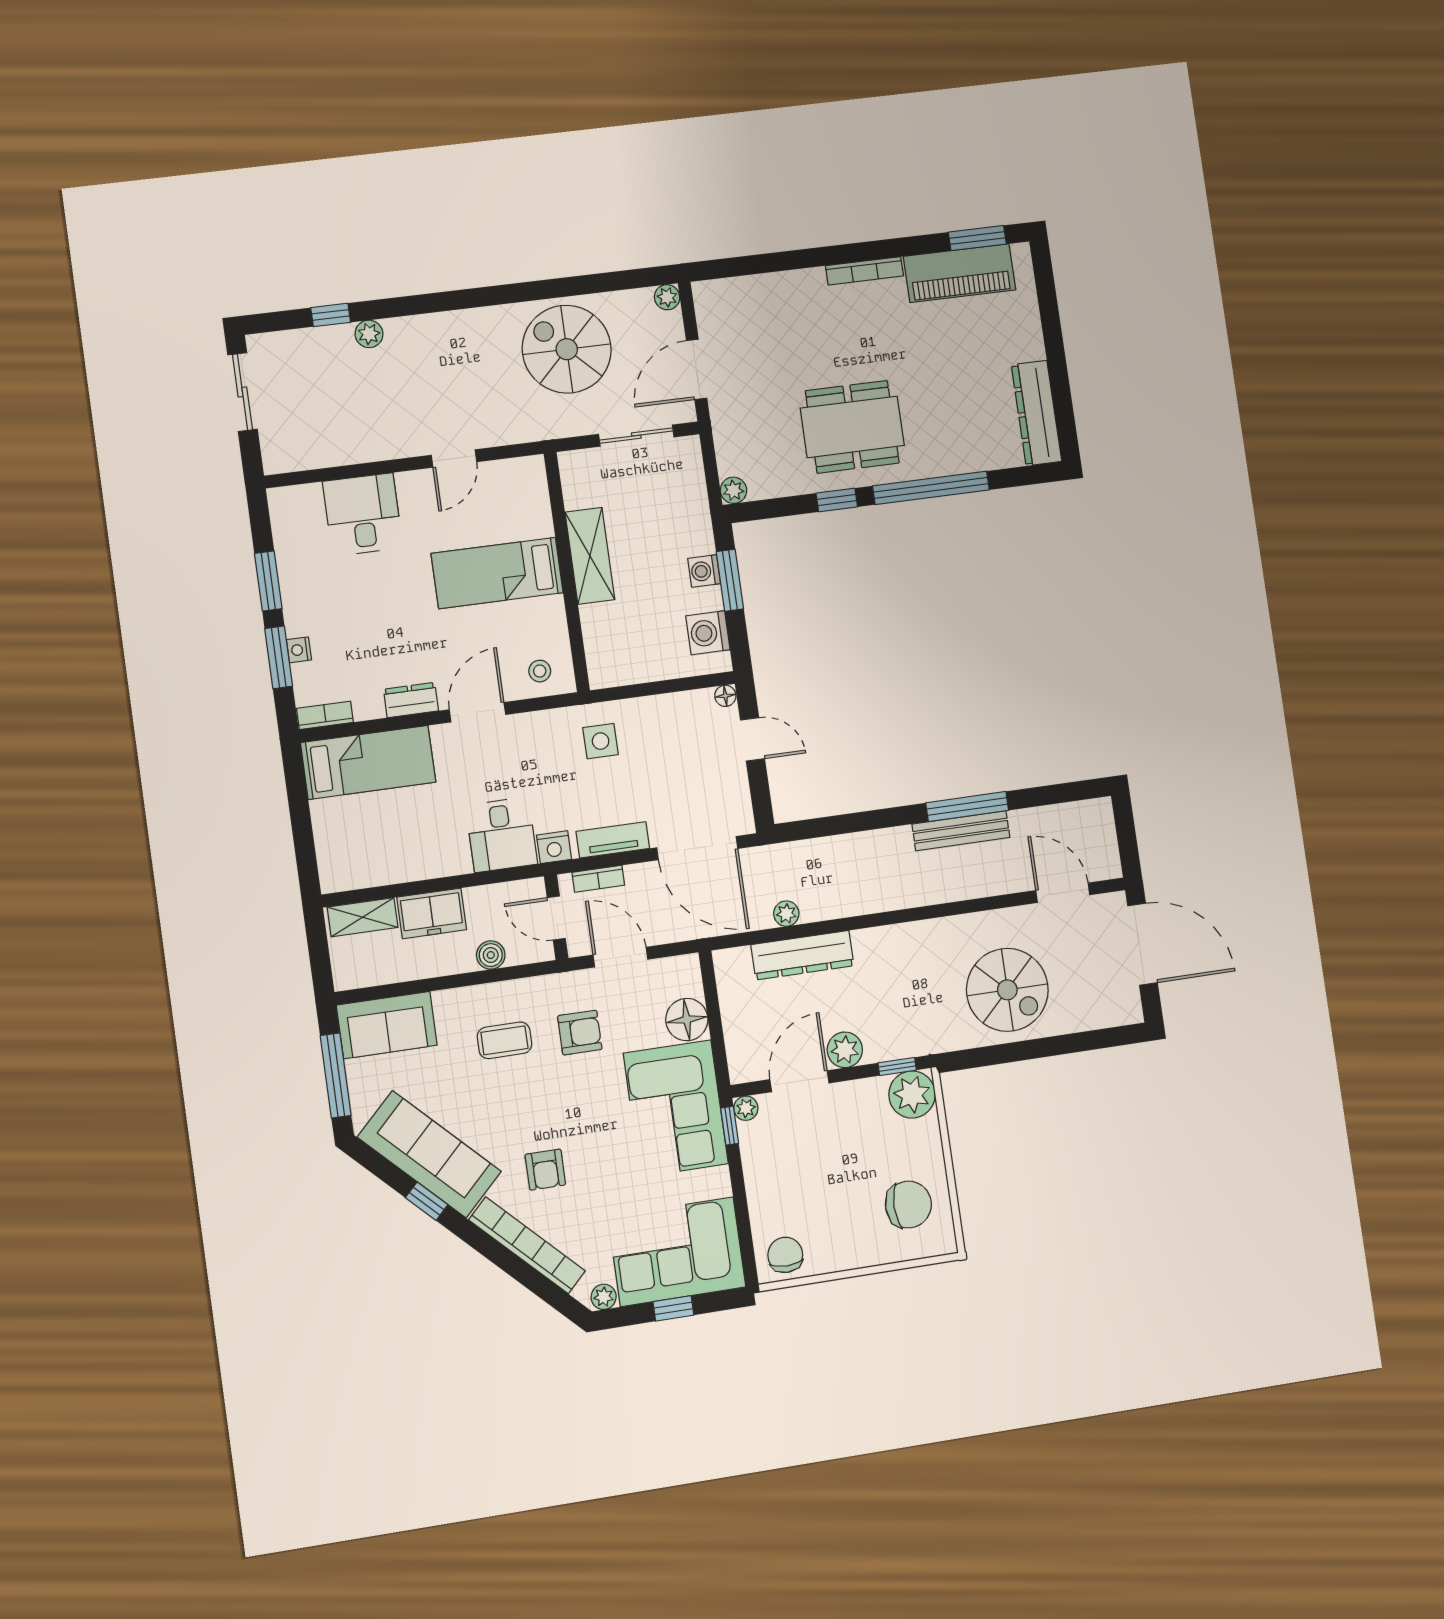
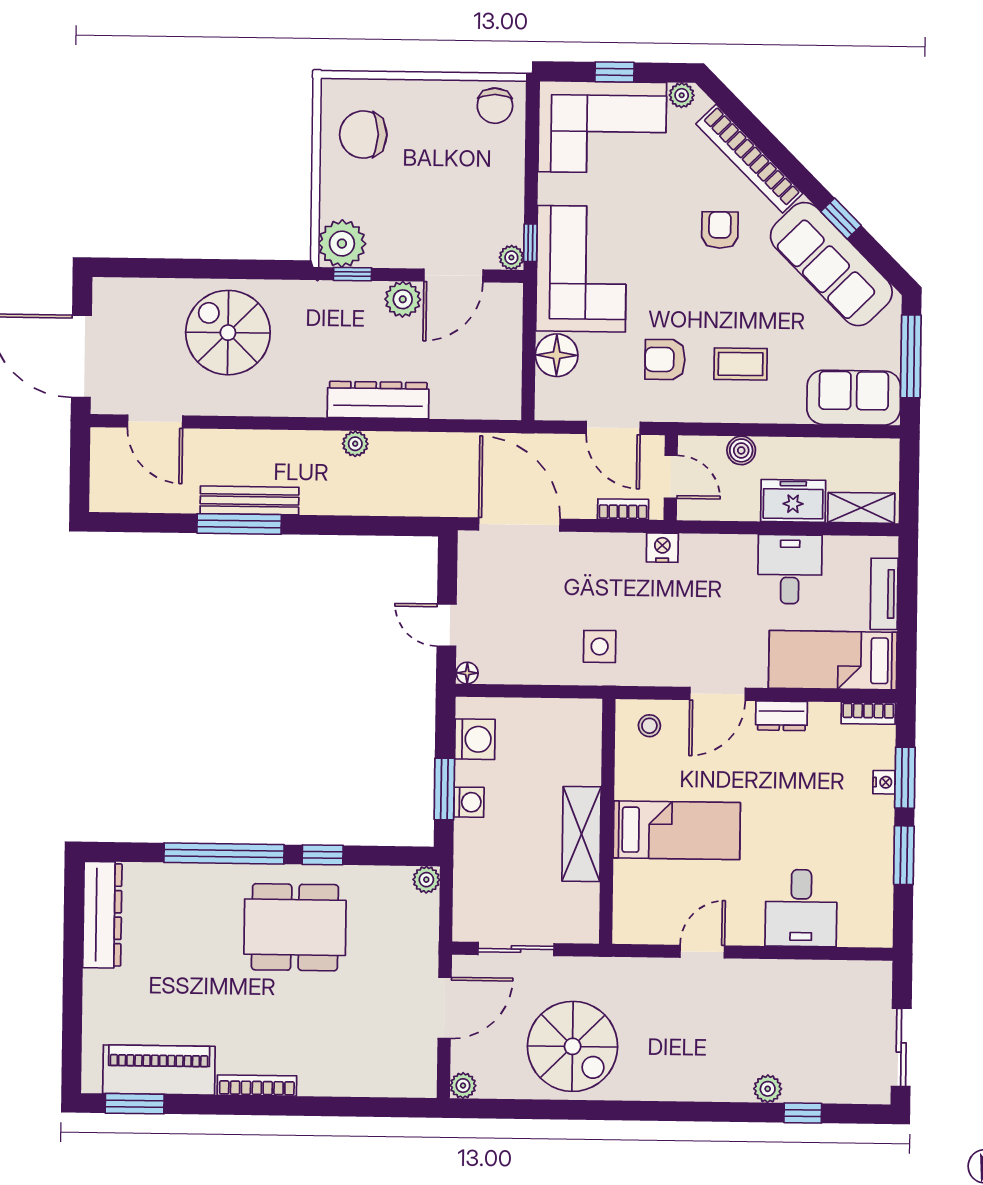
desk: (502, 835) -> (790, 569), moved
tv unit: (613, 840) -> (884, 594), moved, turned 90
plant: (786, 914) -> (355, 444), moved
dresser: (802, 955) -> (378, 400), moved

